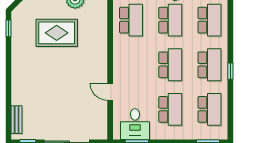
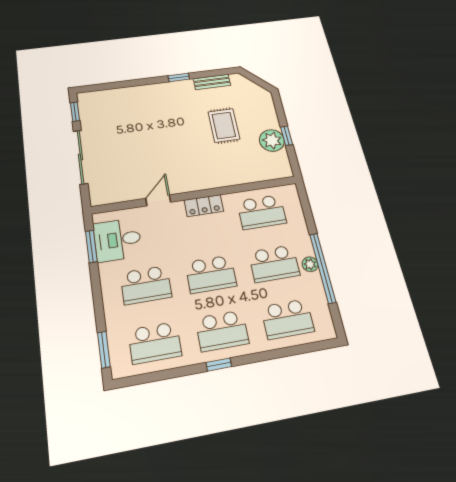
window: (9, 28) -> (179, 77), moved
rug: (57, 33) -> (224, 125), width x0.73, depth x0.70
locker: (119, 60) -> (204, 206), added
bench: (17, 120) -> (212, 82), moved

